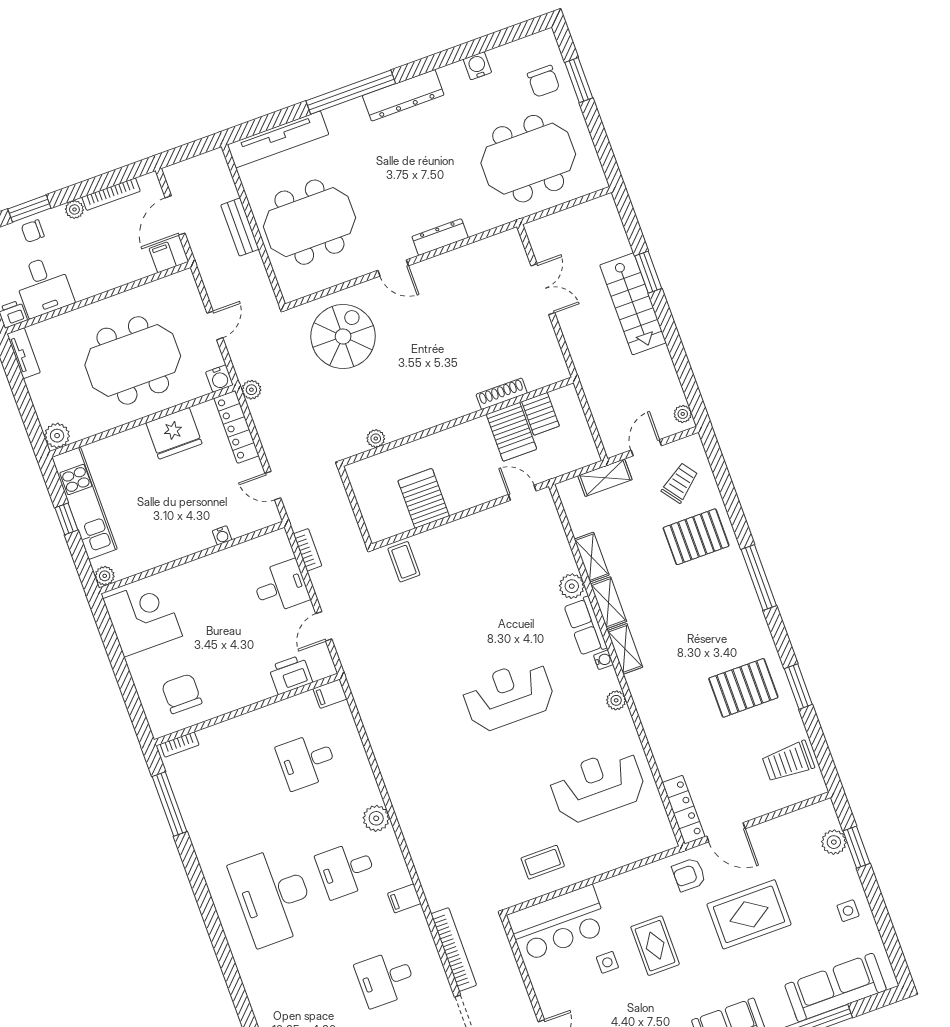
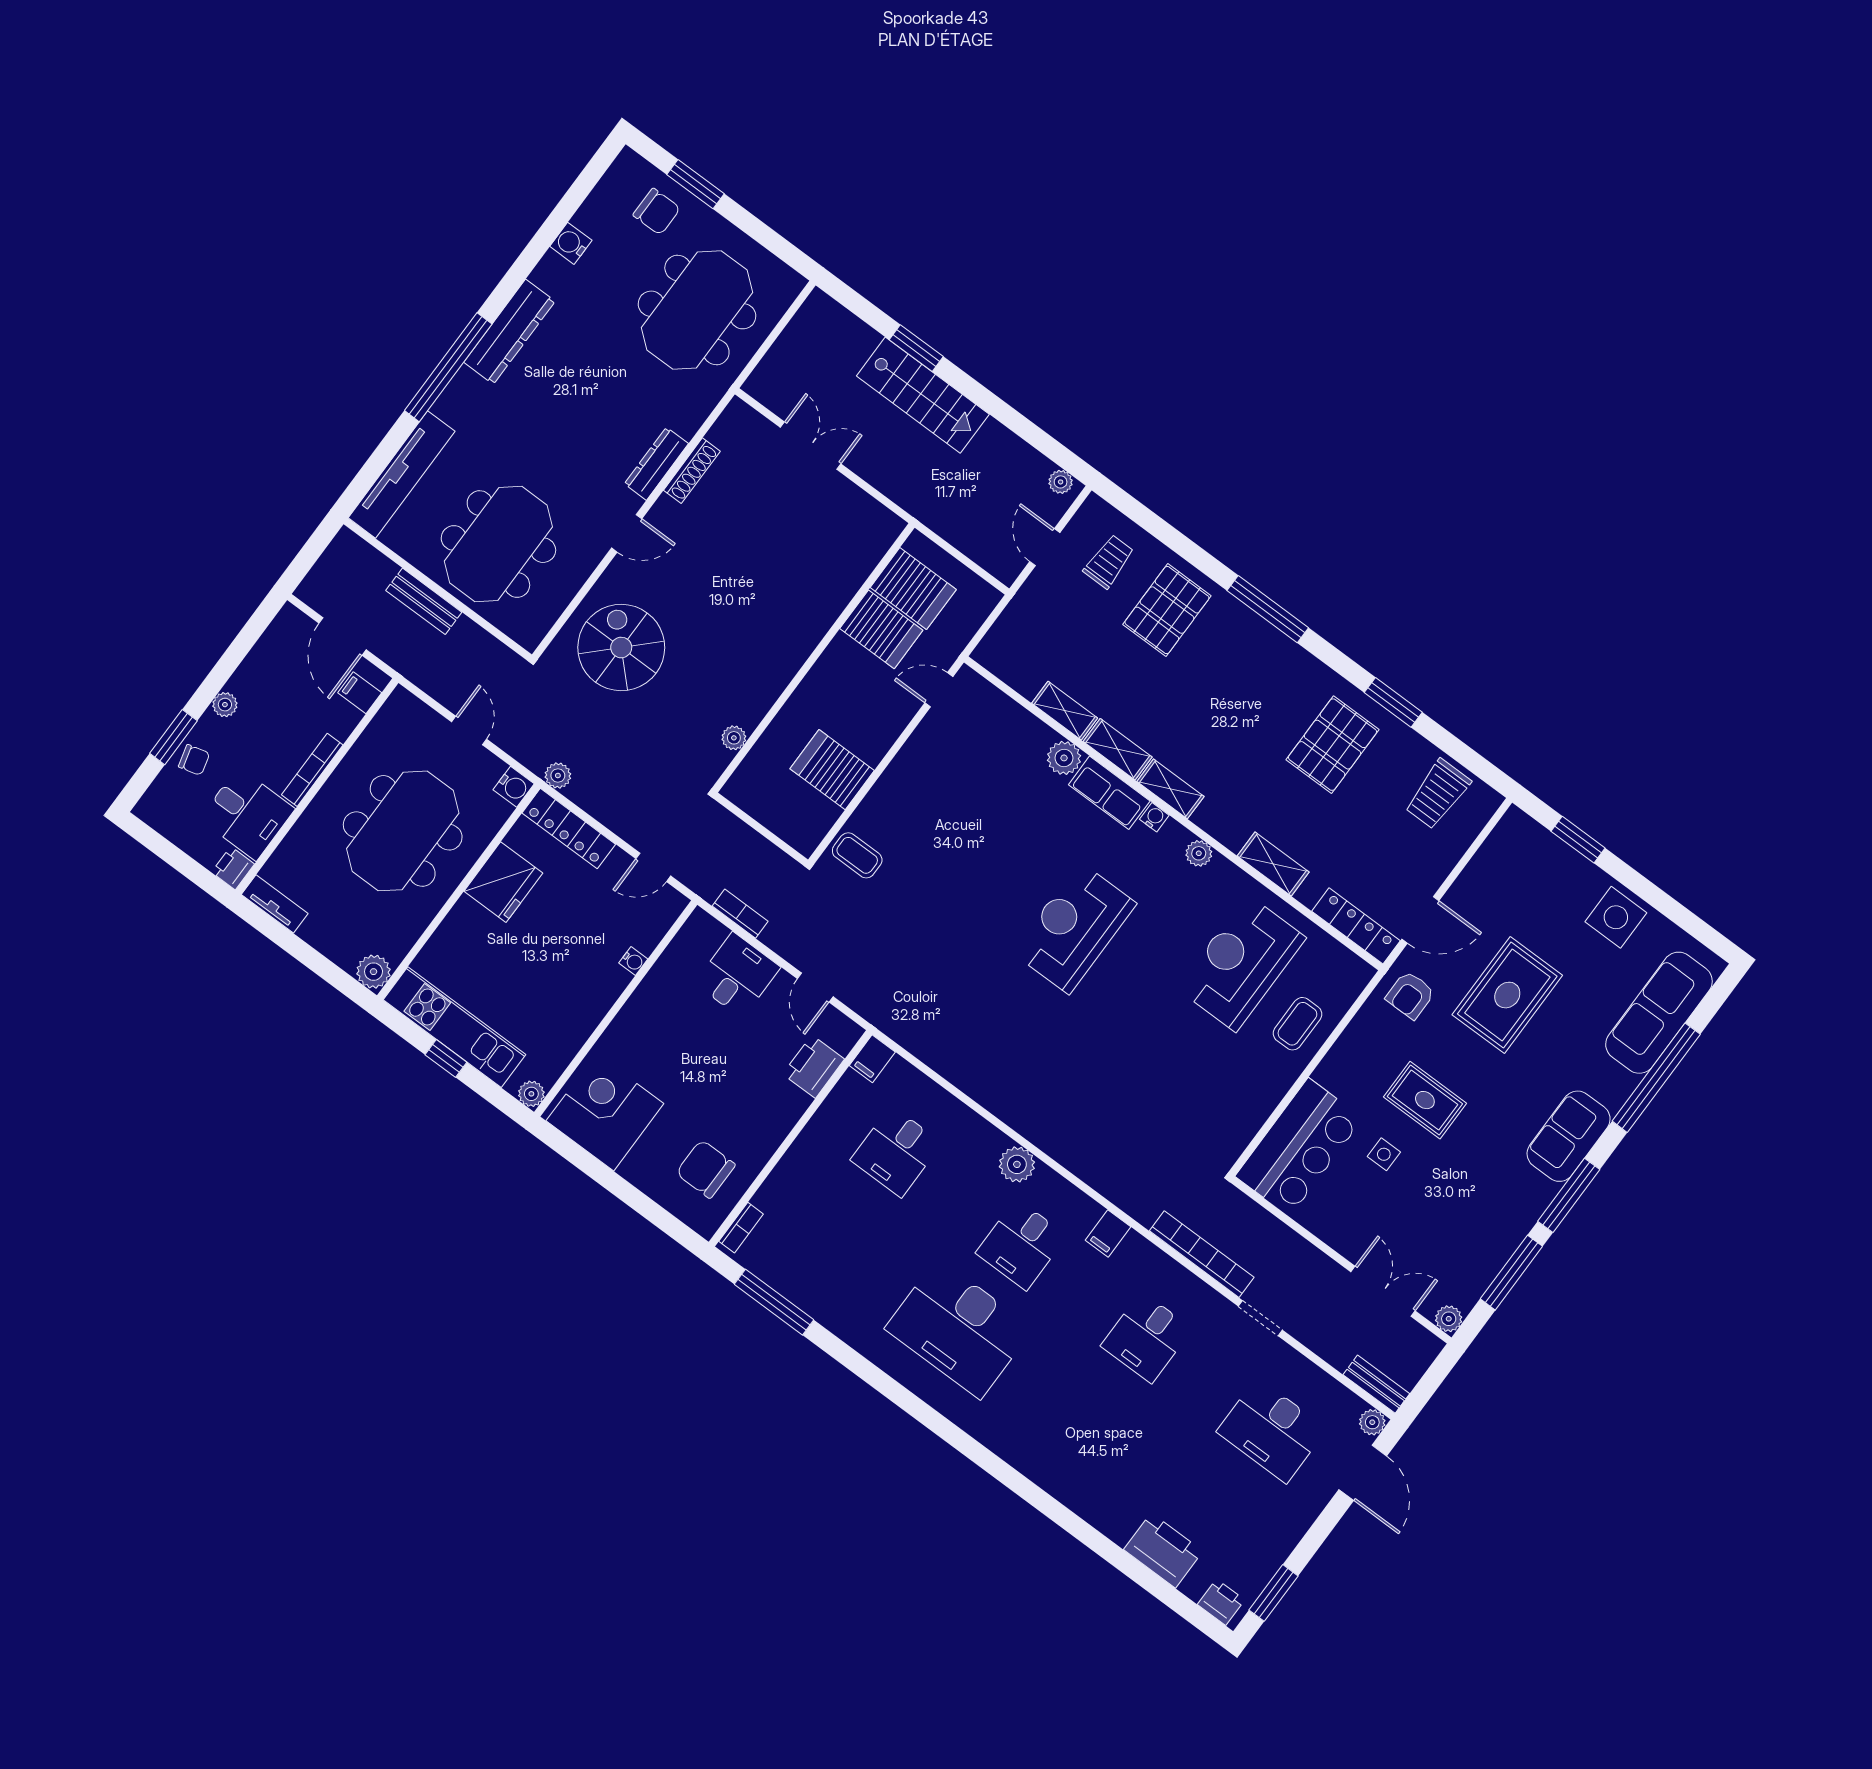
bookcase: (111, 194) -> (312, 770), moved, turned 180
chair: (33, 231) -> (194, 760), turned -105
shoe rack: (502, 394) -> (692, 471), moved, turned 180
server rack: (540, 414) -> (913, 589), width x1.36, depth x1.44
shelving: (605, 478) -> (1273, 864), moved, turned 90
trolley: (680, 483) -> (1109, 562), turned 37
plant: (834, 842) -> (1549, 851), removed
coffee table: (543, 862) -> (1297, 1024), moved
side table: (848, 911) -> (1616, 917), width x1.87, depth x1.87

